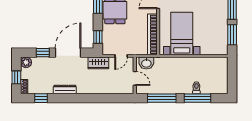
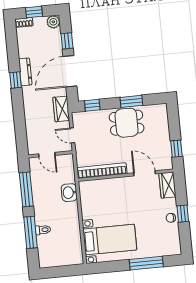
bed with nightstands: (182, 33) -> (110, 240), moved
window: (232, 35) -> (111, 267), removed
door: (68, 53) -> (70, 71), swing flipped
washbasin: (146, 63) -> (69, 193), moved
door: (135, 78) -> (47, 155), hinge flipped
window: (41, 98) -> (16, 80), moved

